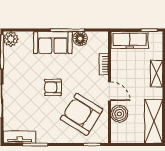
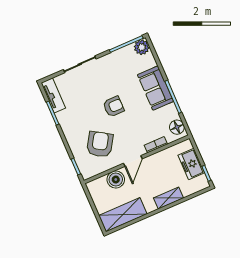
floor lamp: (80, 39) -> (177, 127), moved
freezer: (130, 40) -> (191, 164), width x0.71
armchair: (53, 87) -> (114, 107), turned 90
armchair: (82, 114) -> (100, 144), width x0.73, depth x0.73

